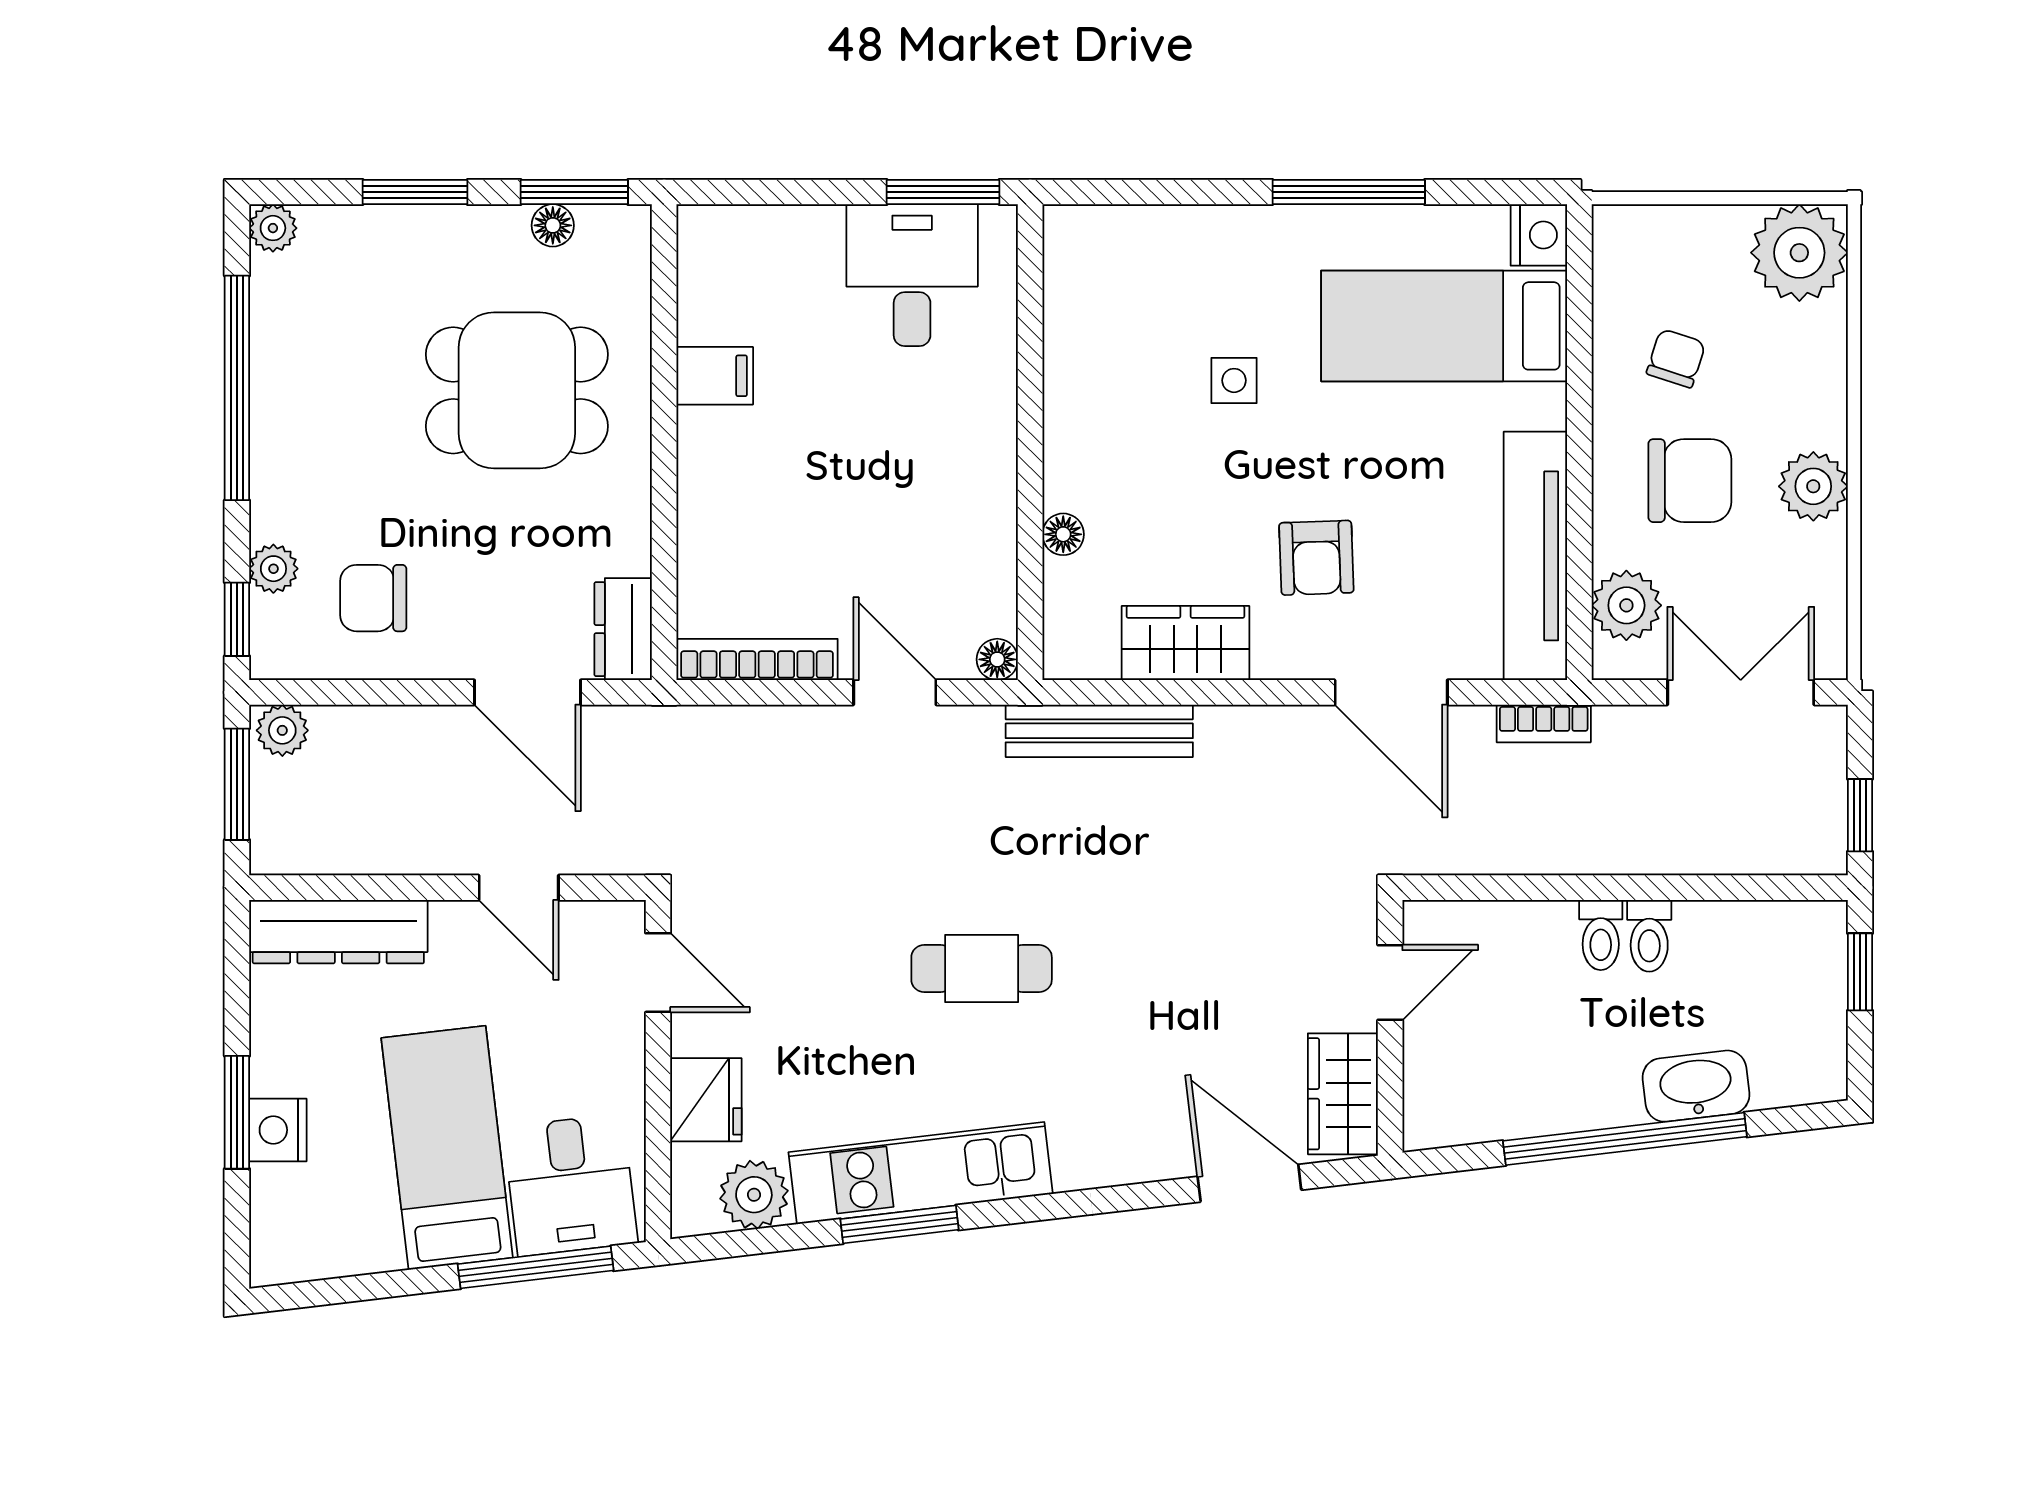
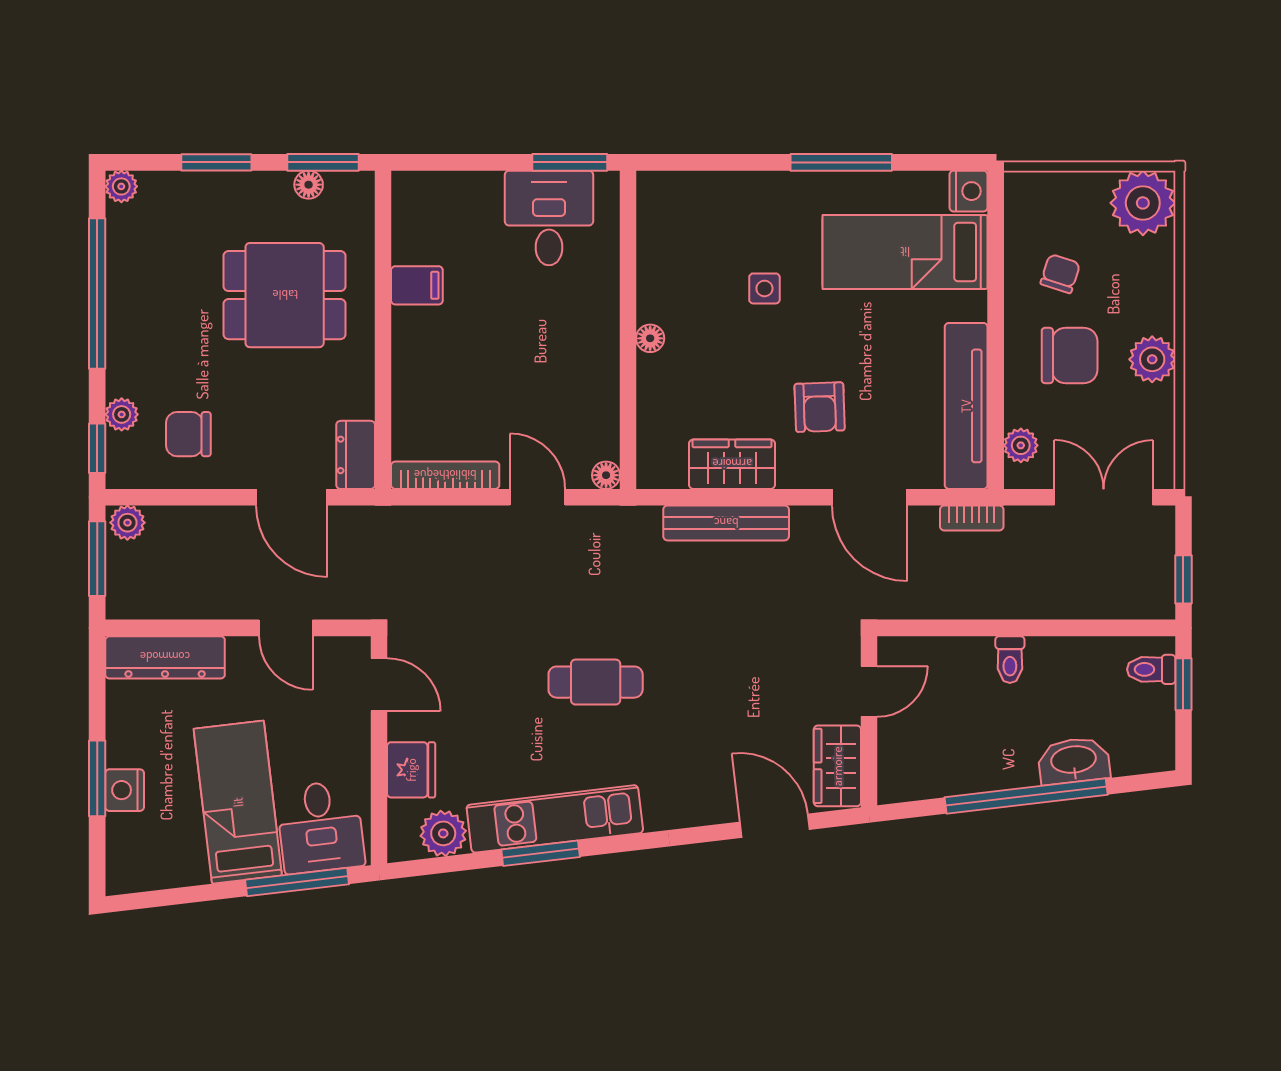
floor lamp: (1063, 534) -> (650, 338), moved
plant: (1626, 605) -> (1021, 445), width x0.73, depth x0.73
bench: (1099, 731) -> (726, 523), moved
toilet: (1649, 936) -> (1151, 669), moved, turned 90

